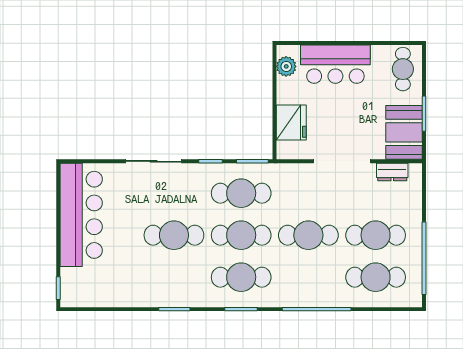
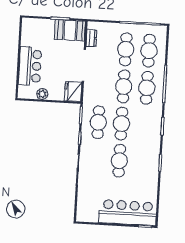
plant: (286, 66) -> (42, 94), moved
cafe table: (403, 69) -> (35, 29), removed
fridge: (291, 123) -> (73, 92), moved, turned -90
bar counter: (81, 215) -> (128, 213), moved
cafe table: (241, 277) -> (147, 88), moved

